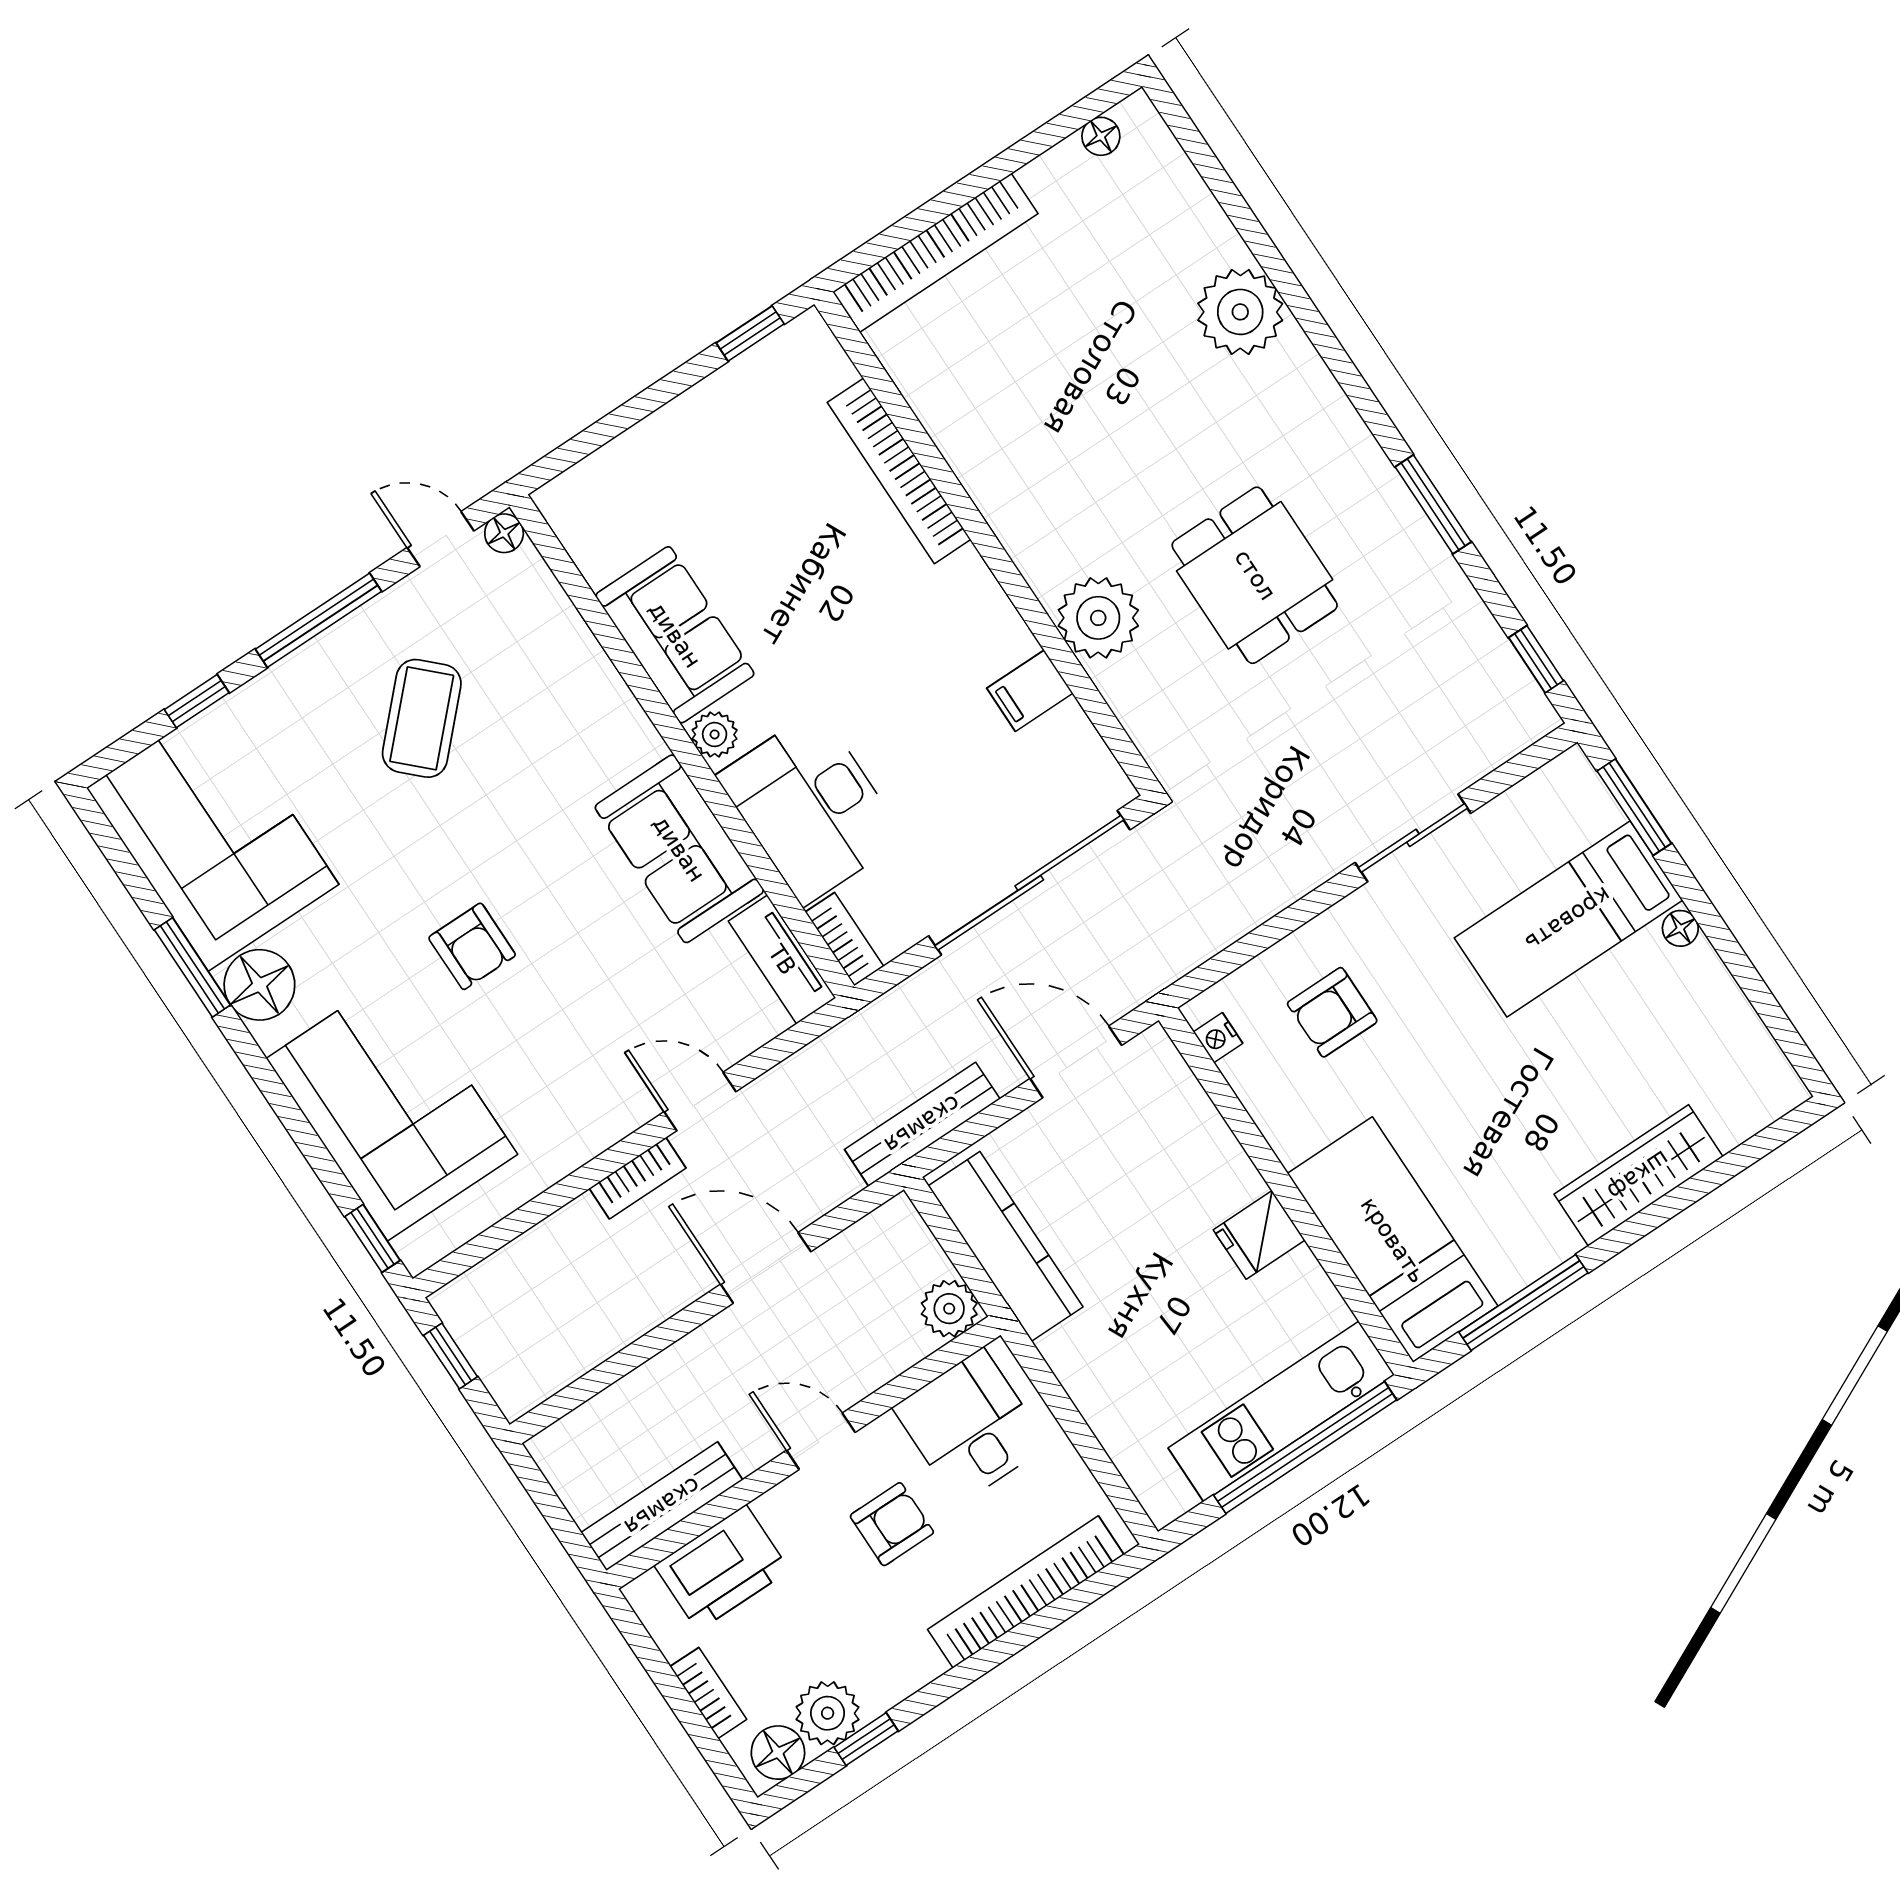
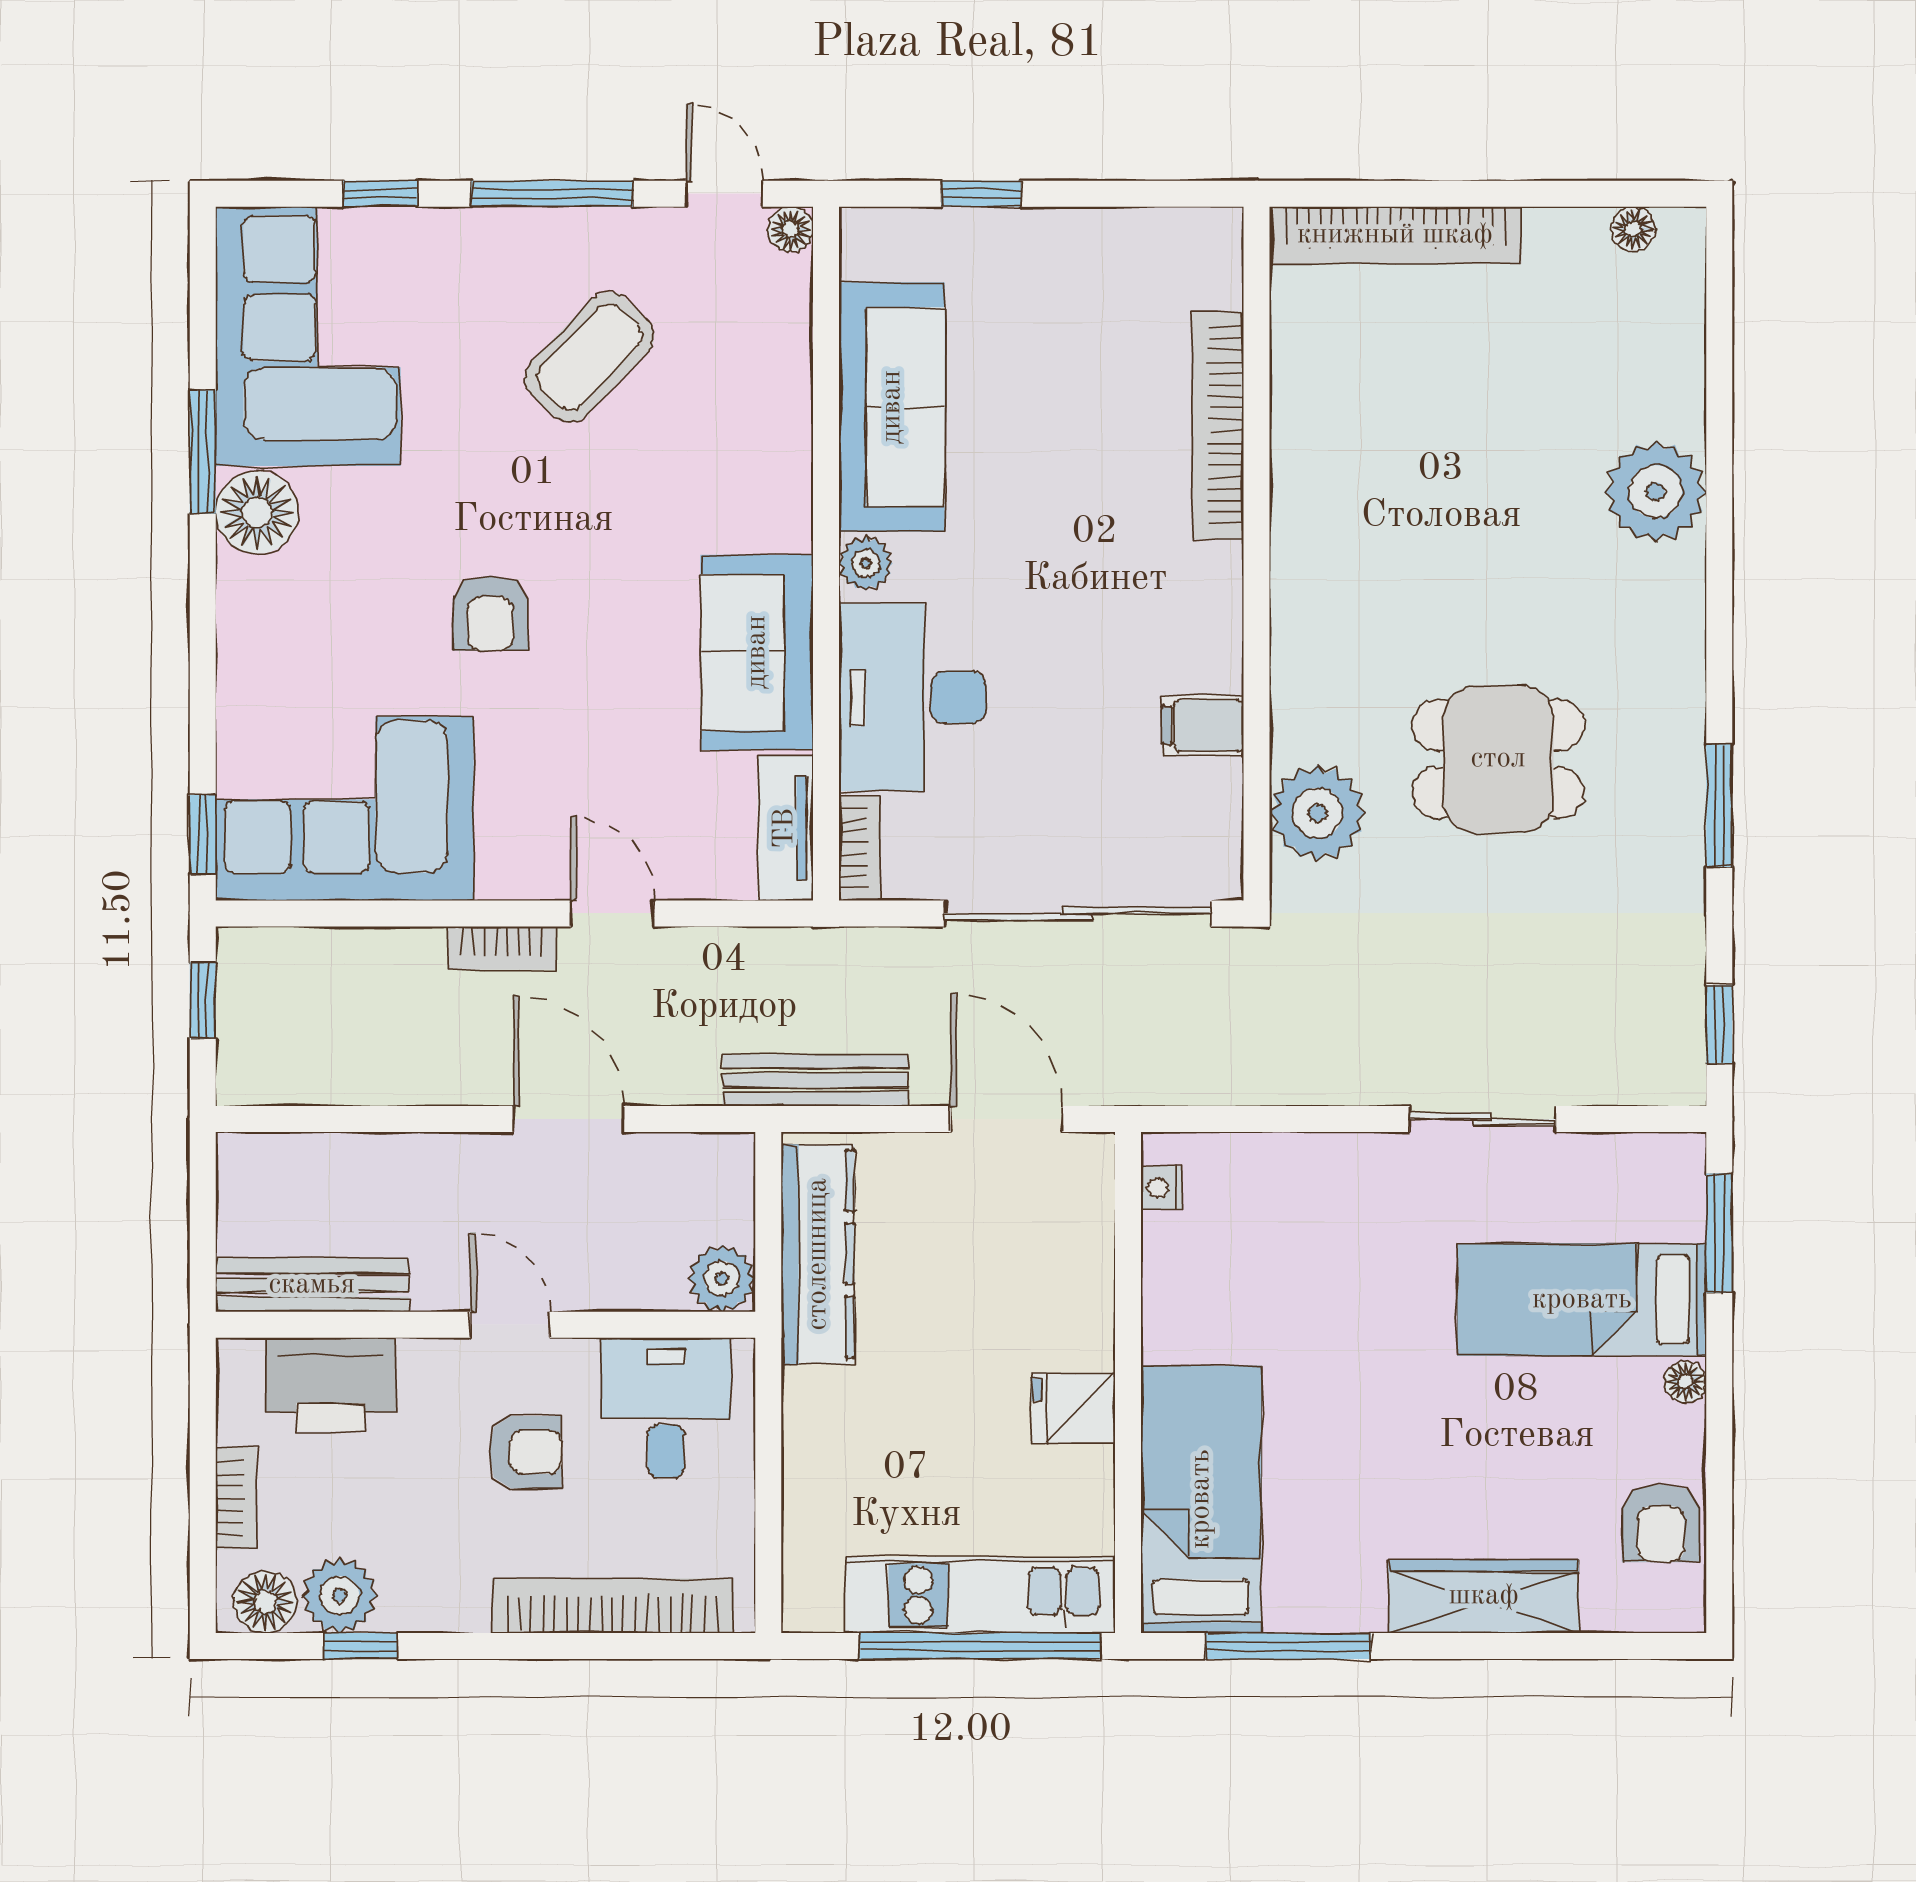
window: (750, 333) -> (981, 194), moved
dining table: (1255, 575) -> (1498, 759), turned 90
plant: (1098, 618) -> (1317, 813), moved
sofa: (675, 635) -> (892, 407), width x1.36
armchair: (1332, 1012) -> (1661, 1523), moved, turned -90
corner sofa: (392, 1106) -> (345, 809), moved, turned -90

